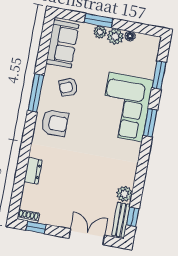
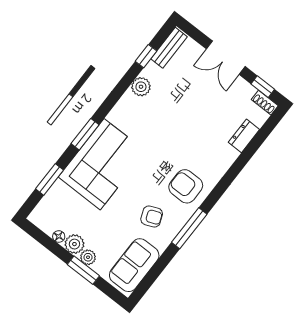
dresser: (33, 171) -> (244, 136), moved
plant: (124, 194) -> (141, 87), moved
window: (133, 217) -> (146, 56), moved
double door: (87, 237) -> (226, 58), moved

